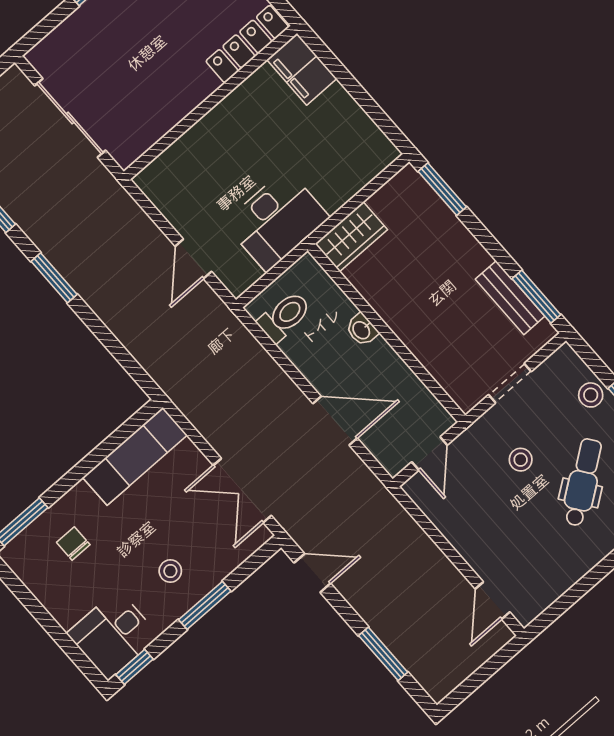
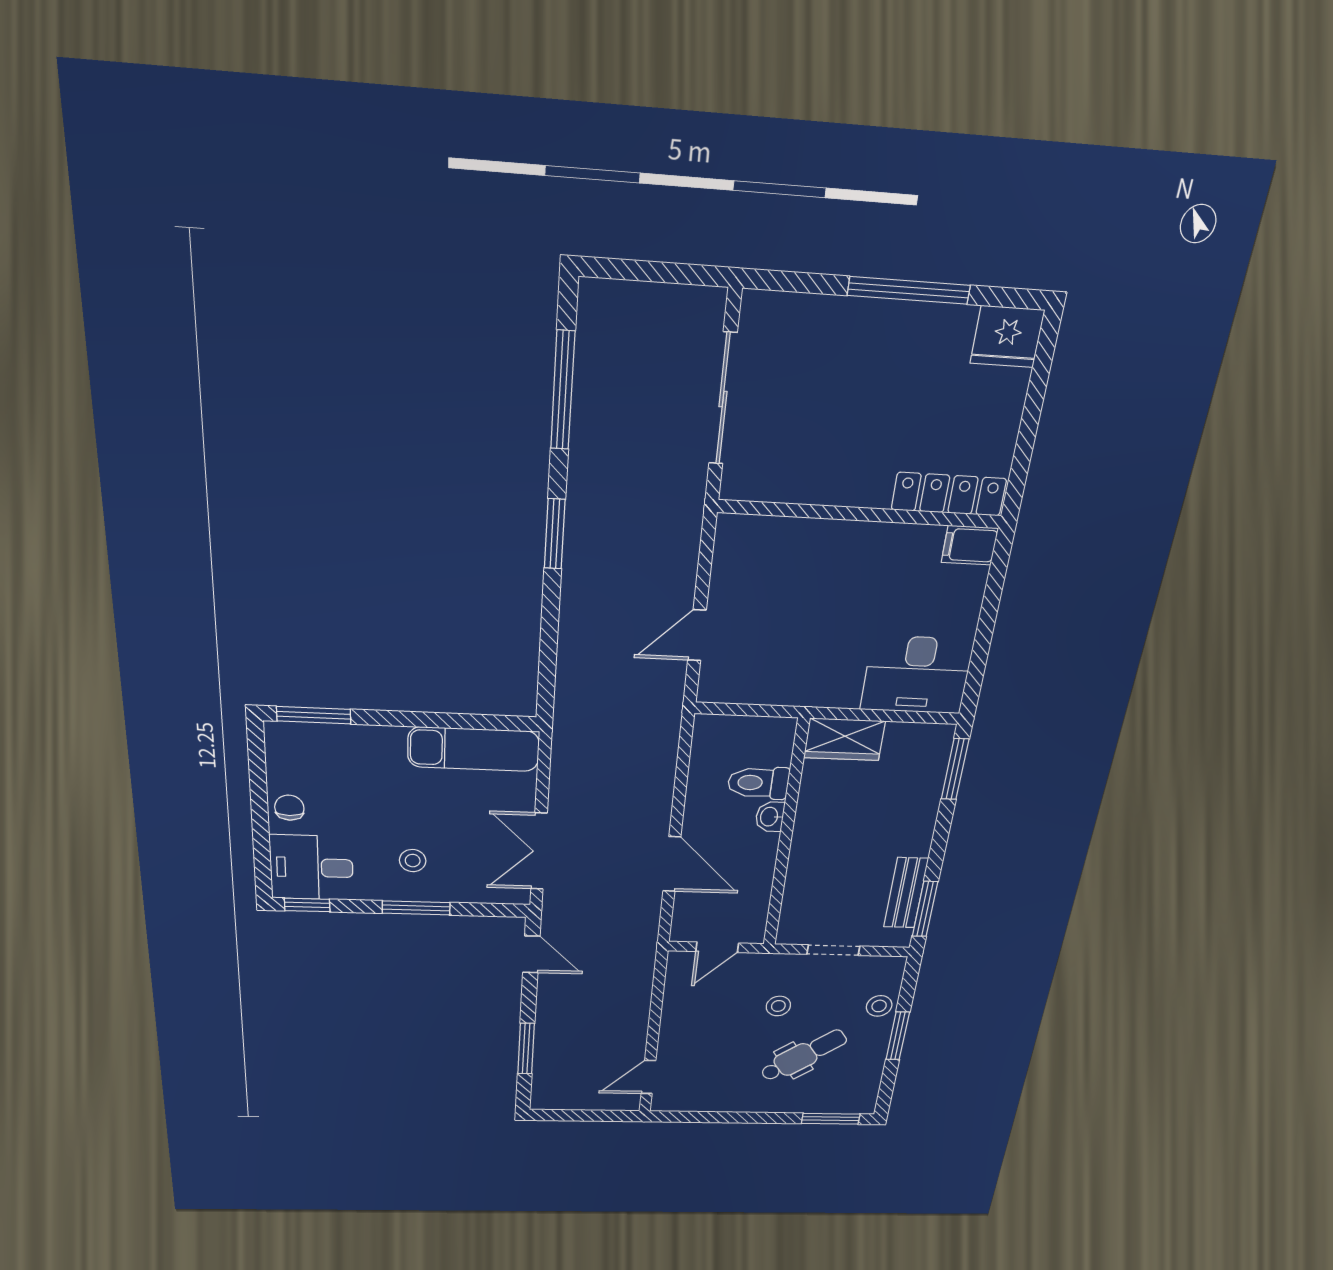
filing cabinet: (302, 69) -> (970, 545), width x0.50
desk: (277, 220) -> (917, 675), moved
toilet: (284, 317) -> (758, 783), moved, turned 180
chair: (73, 544) -> (289, 808), moved

